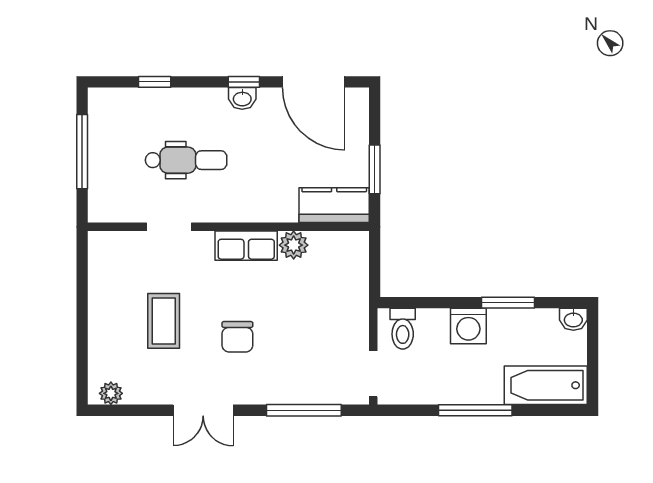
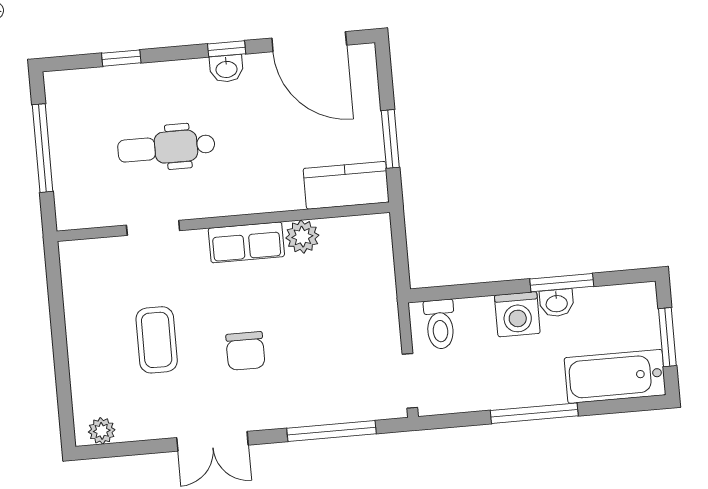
dental chair: (186, 160) -> (166, 147), turned 180
washbasin: (573, 319) -> (557, 303), moved
window: (593, 356) -> (667, 337), added

